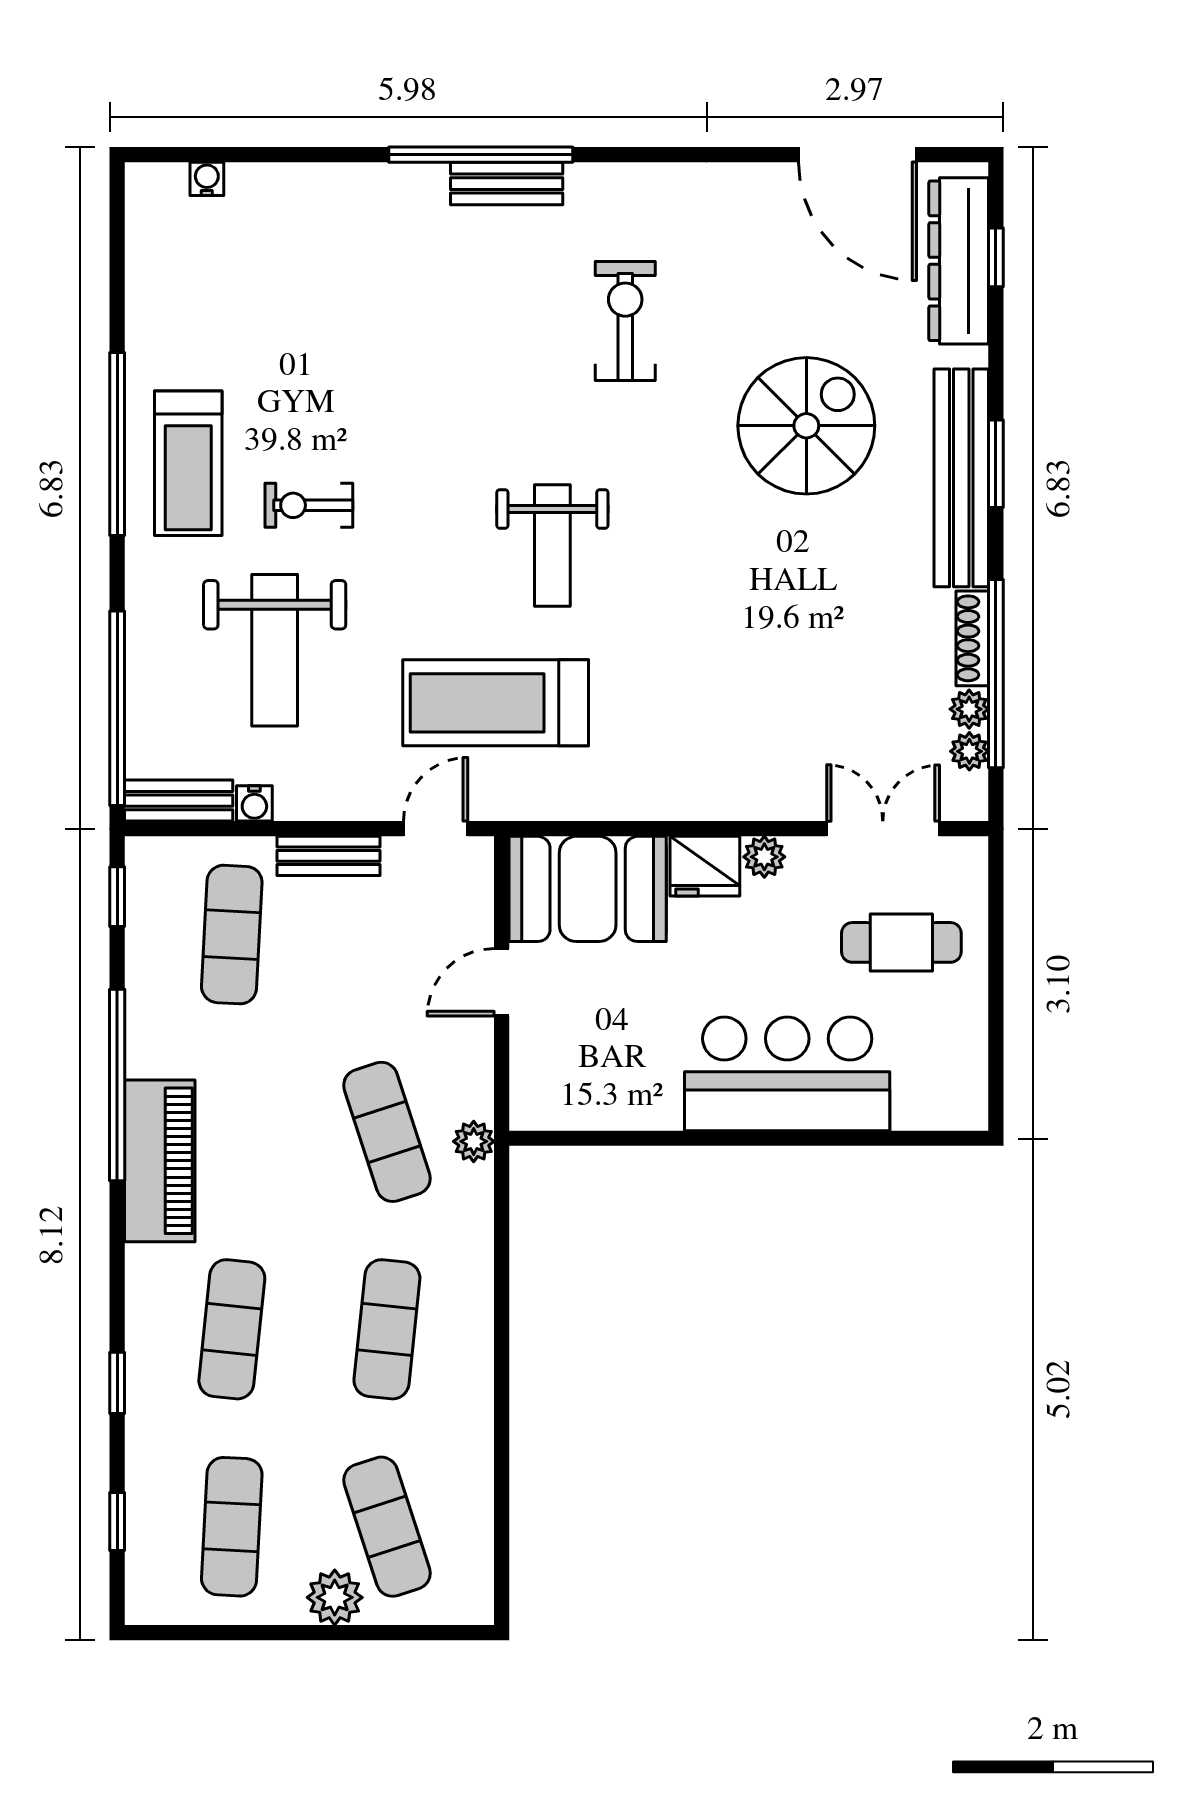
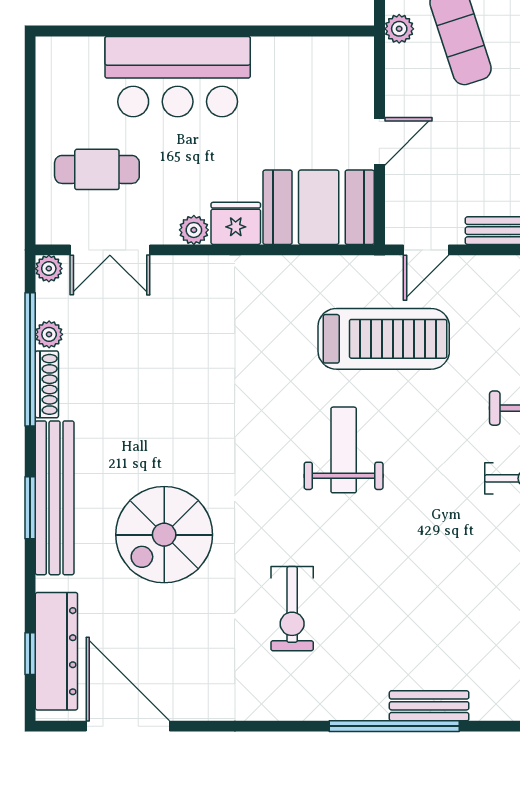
bench: (507, 184) -> (429, 706), moved
plant: (969, 751) -> (49, 269), moved

